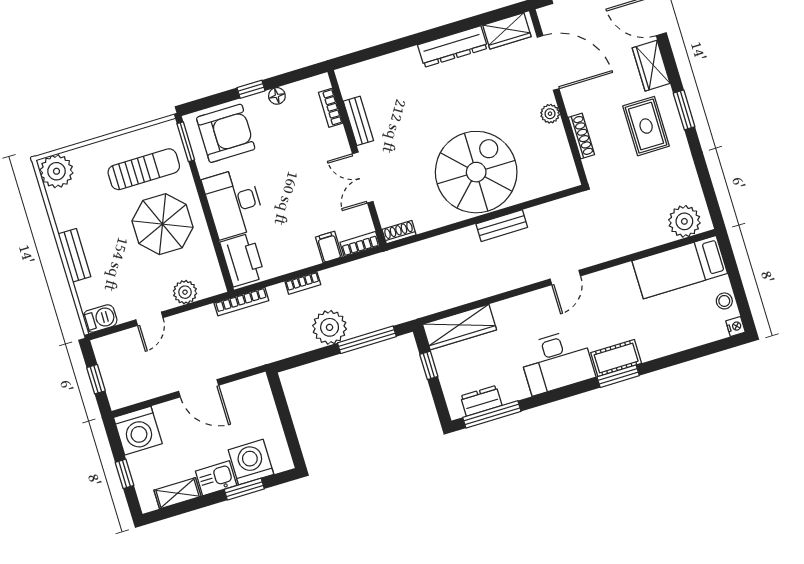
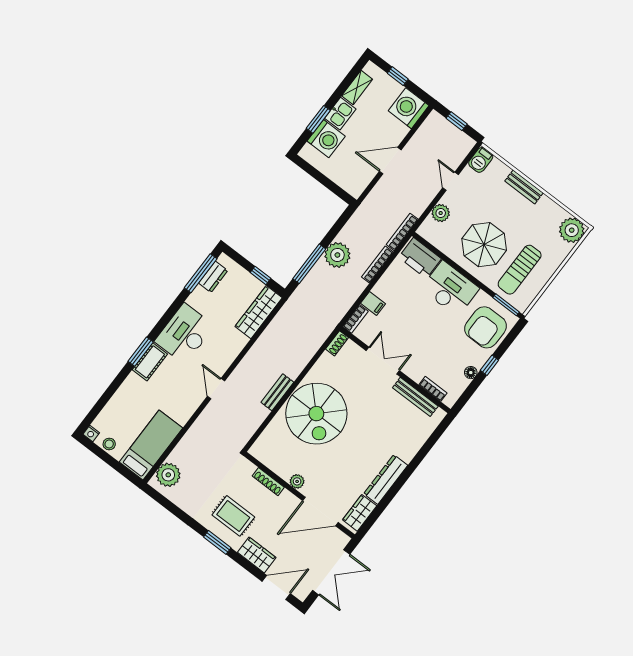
bench: (358, 121) -> (415, 397), width x1.36
bookcase: (303, 283) -> (377, 265), width x1.56

